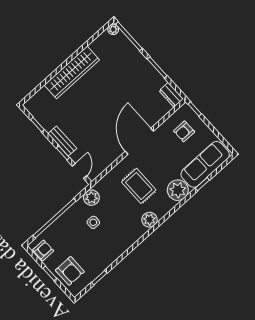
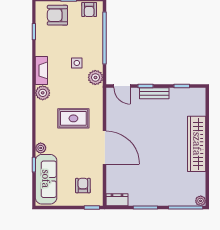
plant: (178, 190) -> (41, 148), width x0.53, depth x0.53
plant: (149, 220) -> (43, 93), moved
fireplace: (124, 244) -> (41, 70), added

